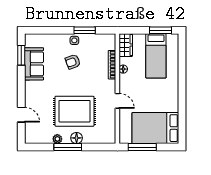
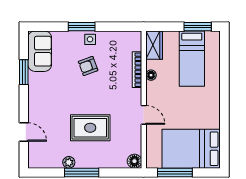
window: (85, 30) -> (82, 27), moved
window: (21, 55) -> (24, 72), moved
sofa: (34, 64) -> (40, 51), moved
rug: (74, 111) -> (90, 128), width x0.73, depth x0.69
floor lamp: (77, 138) -> (134, 161), moved

